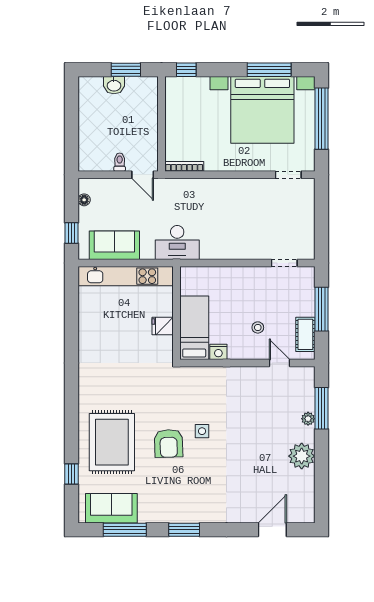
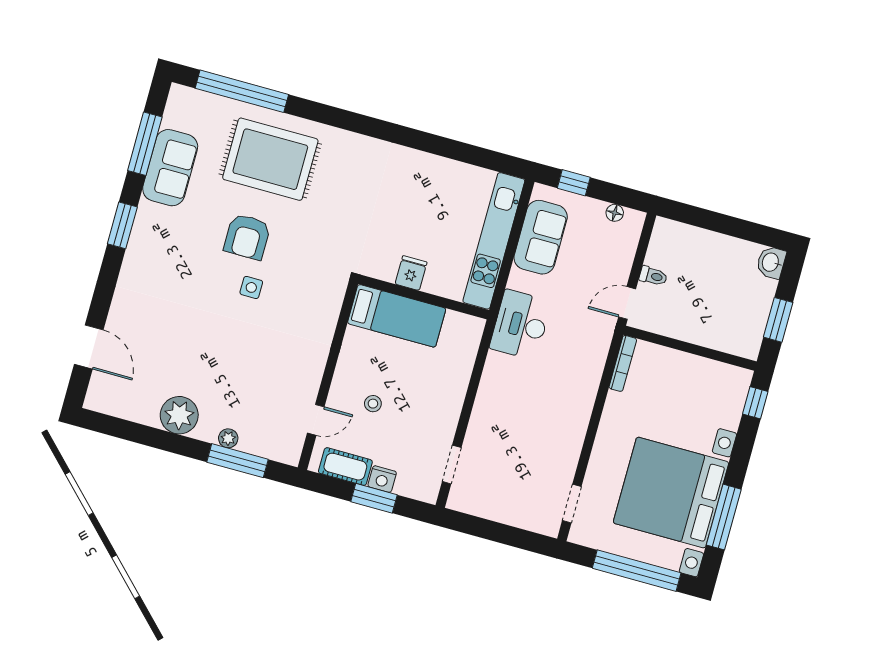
washbasin: (114, 85) -> (771, 262), moved
window: (321, 309) -> (374, 498), width x0.69
nightstand: (218, 352) -> (382, 479), moved, turned -90
armchair: (169, 443) -> (247, 237), turned -88
window: (71, 474) -> (242, 91), width x3.17
sofa: (111, 508) -> (170, 168), moved

